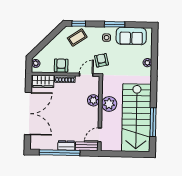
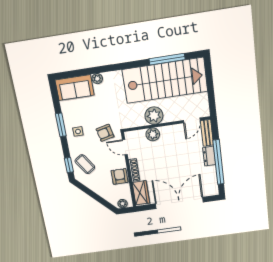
sofa: (131, 36) -> (75, 88), moved, turned 90
armchair: (61, 65) -> (120, 176), turned 90
door: (100, 135) -> (192, 120), hinge flipped

